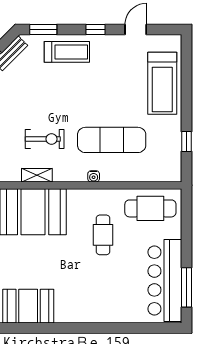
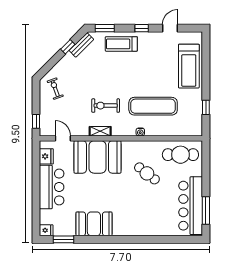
treadmill: (67, 52) -> (121, 44), turned 180
exercise bike: (45, 139) -> (106, 106), turned 180
cafe table: (103, 235) -> (147, 173), turned -52

